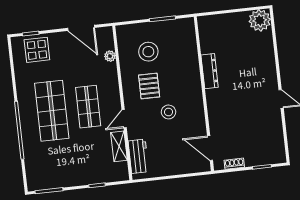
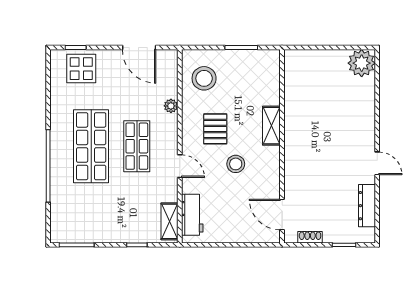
stool: (148, 52) -> (204, 78), moved
plant: (110, 56) -> (171, 106), moved
dresser: (210, 71) -> (367, 206), moved, turned 180
shelving: (194, 78) -> (271, 126), added
door: (124, 119) -> (180, 166), swing flipped
shelving: (119, 146) -> (170, 221), moved

